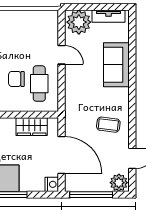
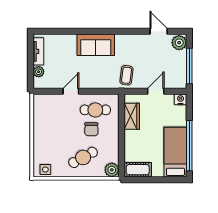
plant: (79, 22) -> (39, 72), width x0.53, depth x0.53
sofa: (116, 65) -> (96, 45), moved
coffee table: (108, 125) -> (127, 75), moved
door: (61, 155) -> (156, 91), width x0.53

